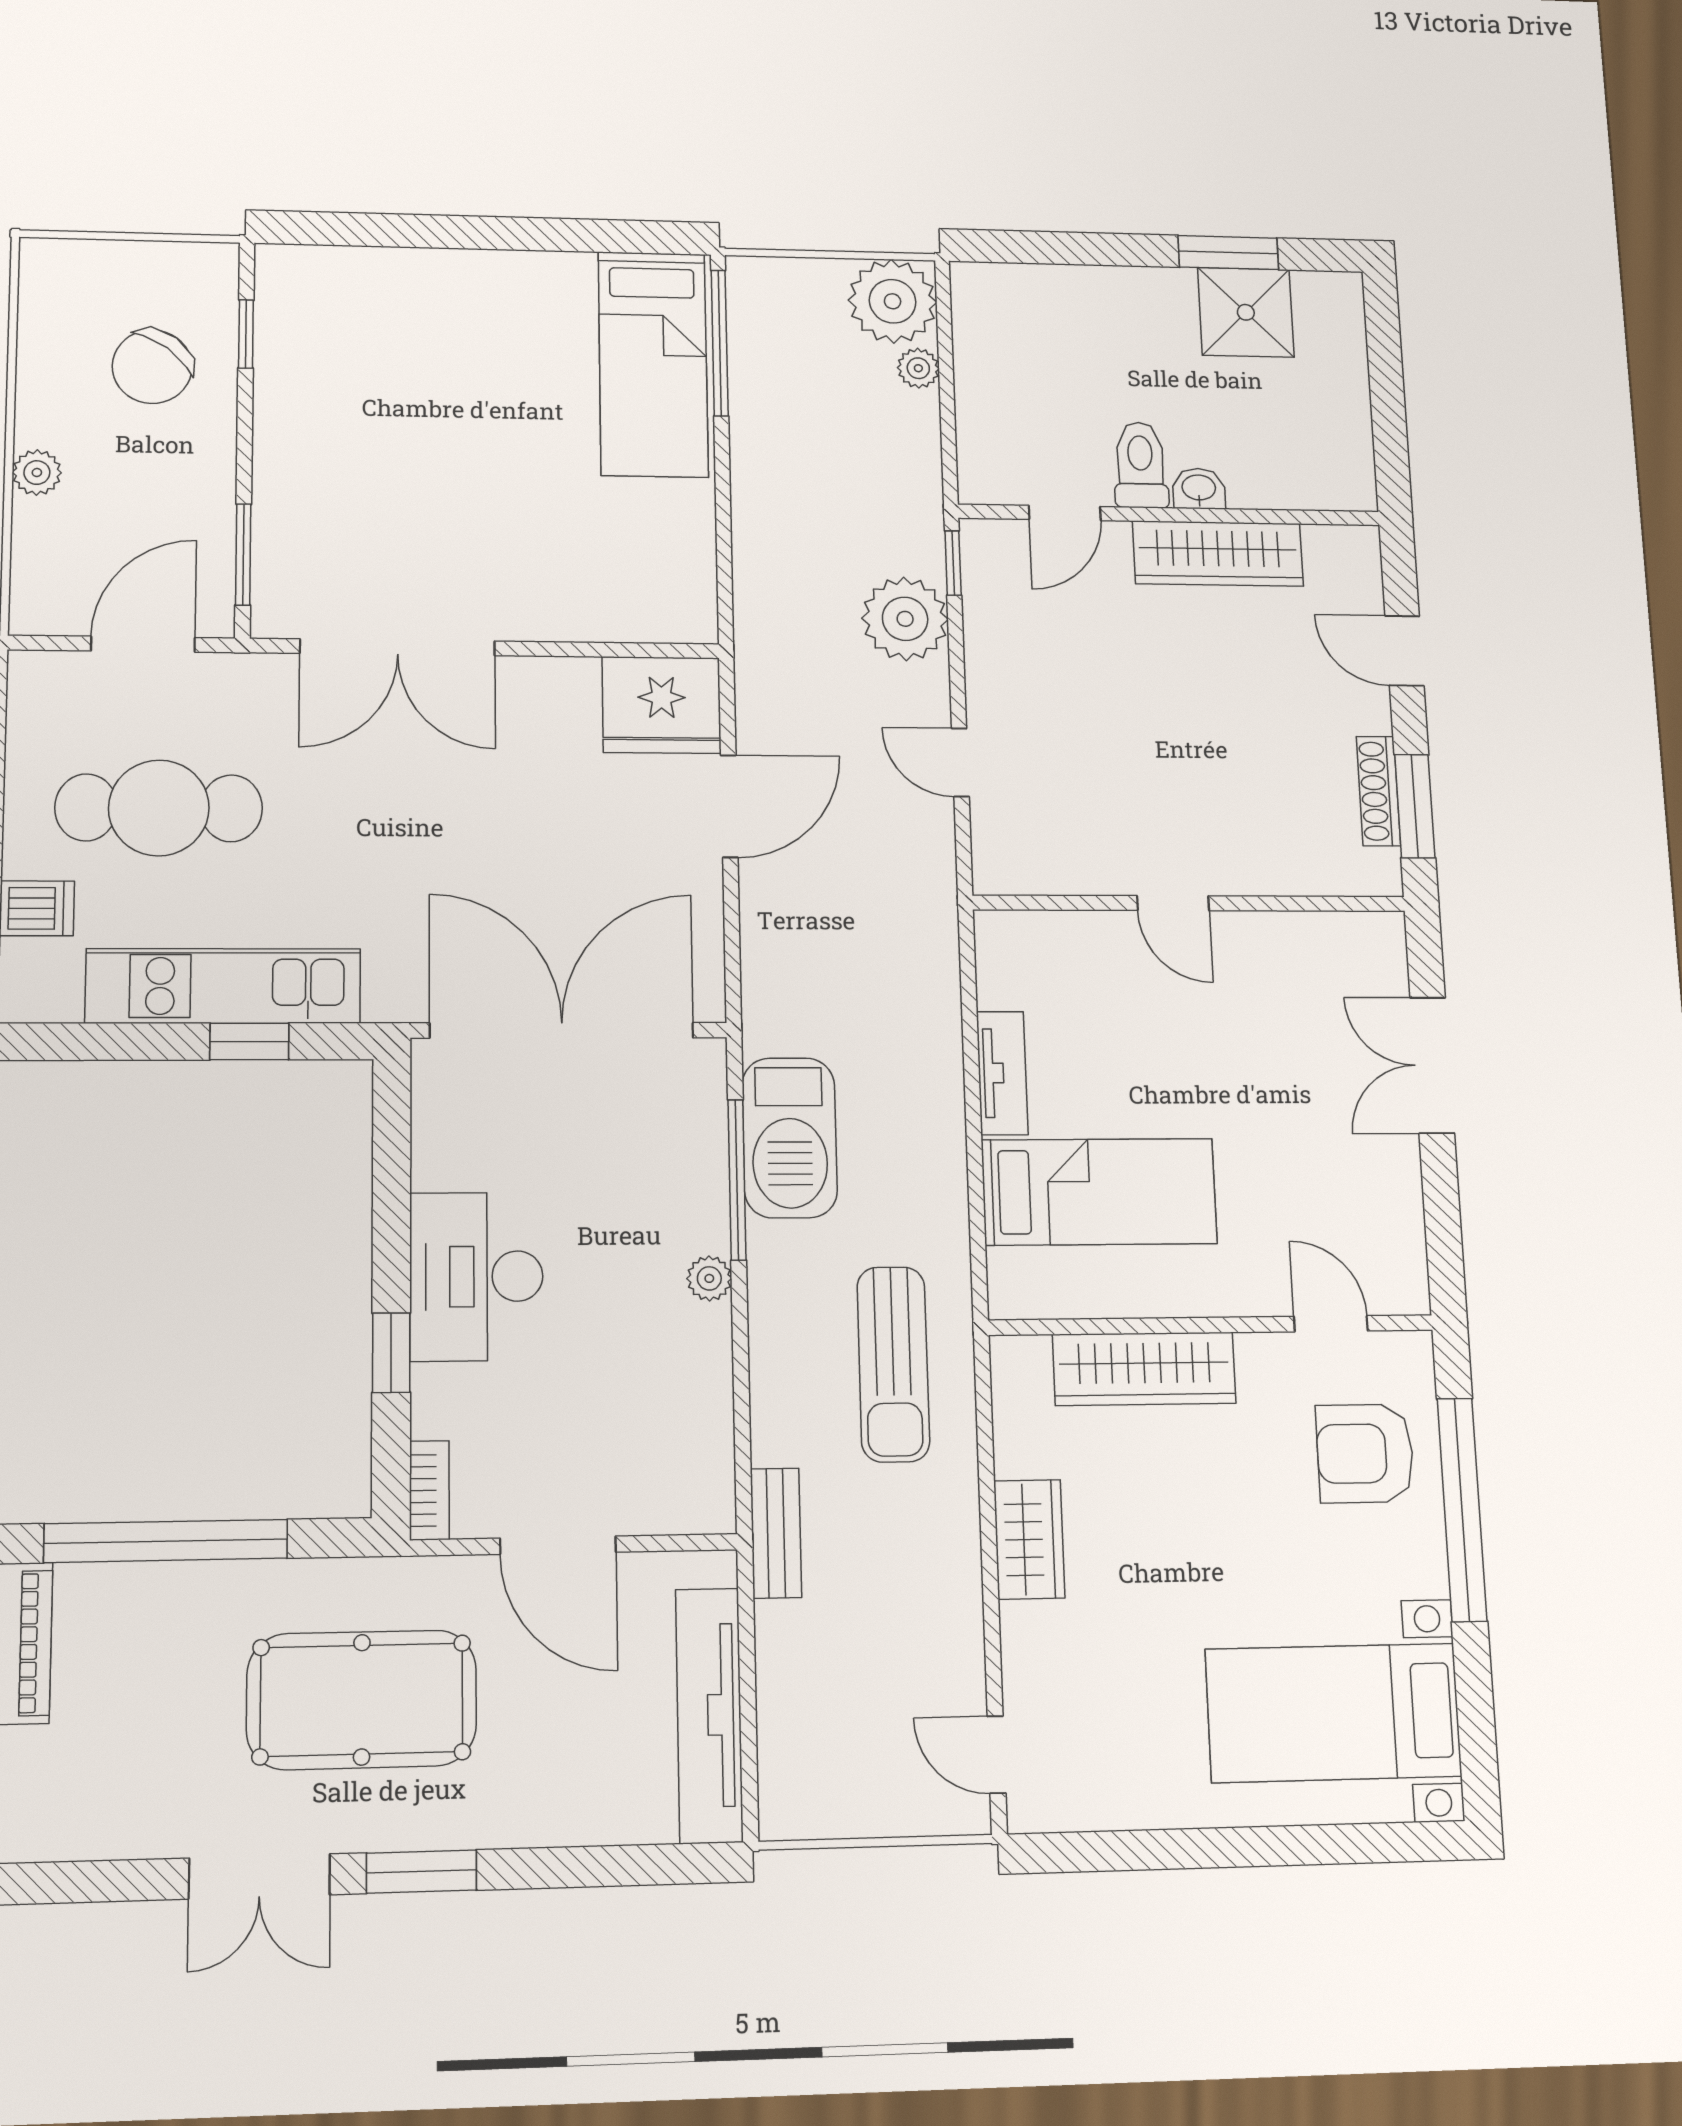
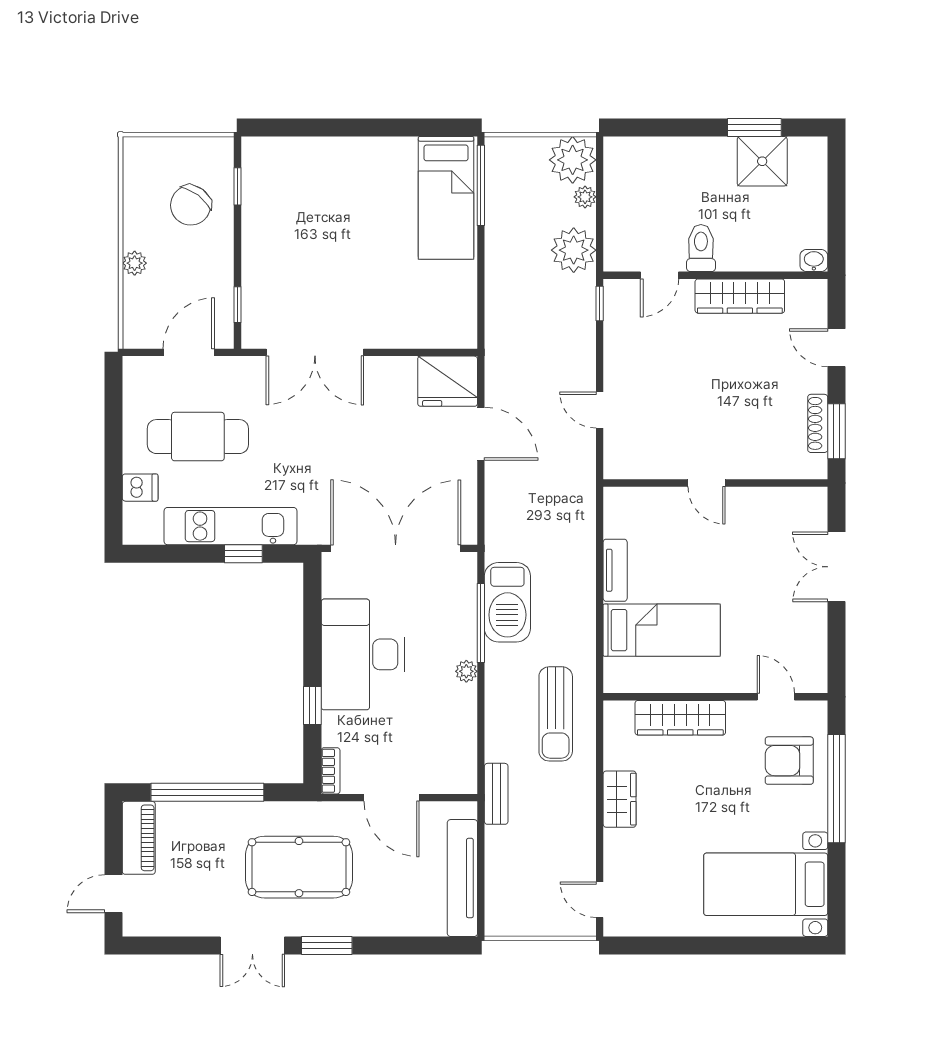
washbasin: (1199, 489) -> (814, 261), moved
window: (243, 555) -> (238, 305), width x0.67
plant: (905, 619) -> (574, 250), moved
door: (729, 806) -> (481, 434), hinge flipped
desk: (476, 1276) -> (363, 654), width x1.36, depth x1.30

